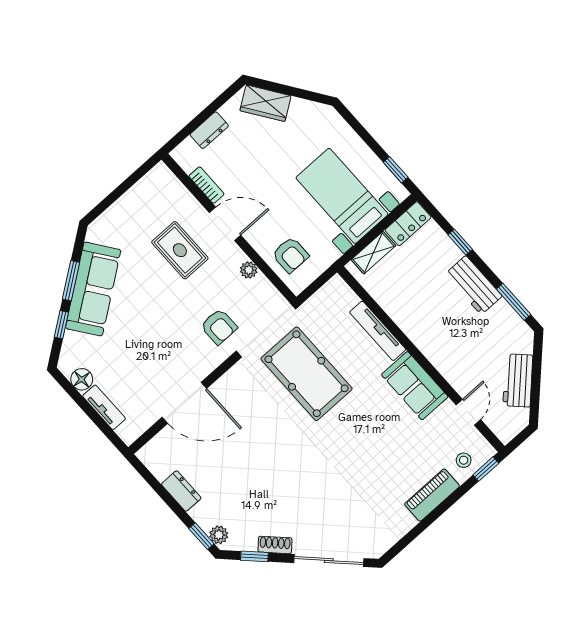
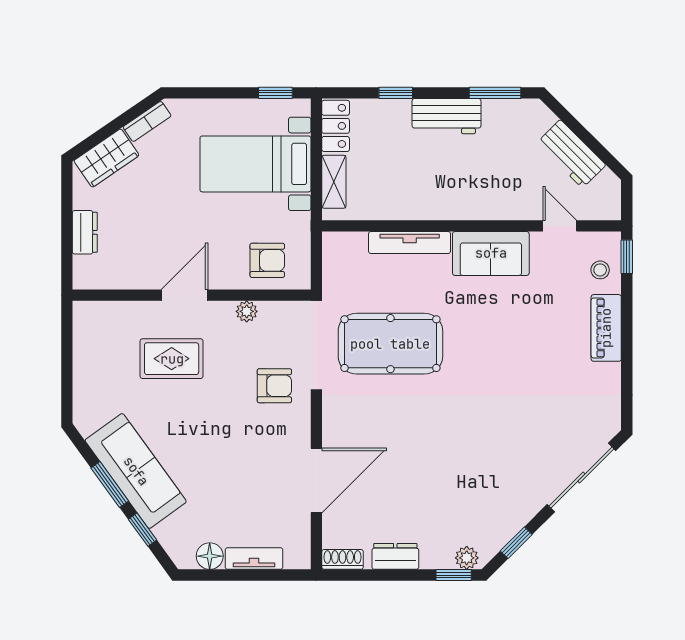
bookcase: (206, 185) -> (147, 121), moved, turned 146
shoe rack: (275, 545) -> (343, 559), moved, turned 45

